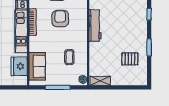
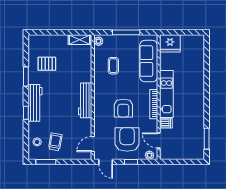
workbench: (141, 23) -> (35, 103), added
fridge: (19, 66) -> (170, 43), moved, turned 90
sofa: (37, 66) -> (149, 61), width x1.36

